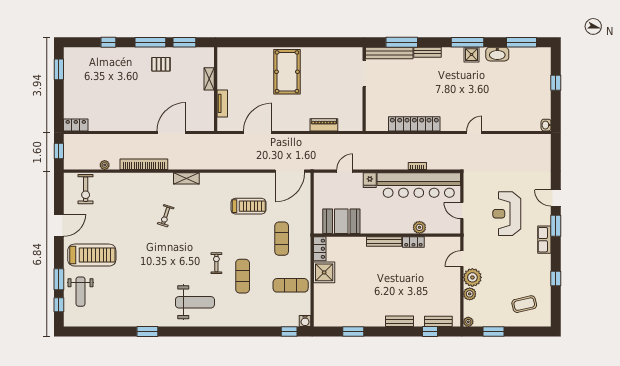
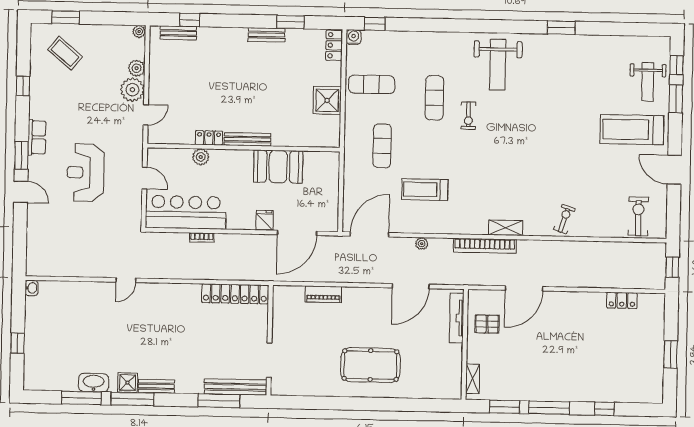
window: (522, 42) -> (81, 398), moved
bench: (428, 52) -> (156, 386), moved
pallet: (161, 64) -> (487, 324), moved
window: (59, 69) -> (670, 354), moved
pool table: (287, 72) -> (370, 365), turned 90
shelving: (209, 79) -> (473, 379), moved
tv unit: (222, 103) -> (457, 318), width x1.41
locker: (414, 124) -> (235, 294), moved
locker: (76, 125) -> (622, 300), moved
bookcase: (144, 164) -> (485, 246), moved
plant: (105, 165) -> (422, 244), moved
door: (345, 171) -> (297, 233), width x1.87
bar counter: (419, 185) -> (186, 212), width x0.73
reception desk: (507, 214) -> (86, 172), turned 180
exercise bike: (166, 216) -> (564, 219), moved
booth: (341, 221) -> (278, 167), moved
door: (59, 225) -> (674, 170), hinge flipped
locker: (320, 249) -> (334, 45), moved
weight bench: (81, 292) -> (648, 82), turned 180
weight bench: (195, 302) -> (498, 65), turned -90
coffee table: (524, 304) -> (65, 53), turned 53
bench: (400, 321) -> (266, 35), moved
window: (494, 331) -> (66, 17), moved

